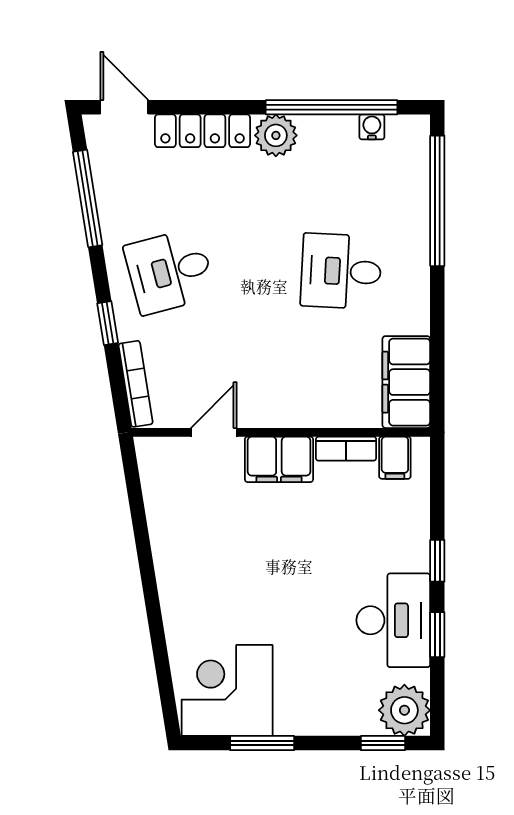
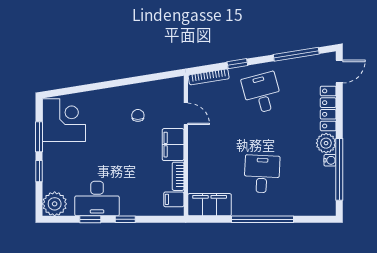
water cooler: (372, 127) -> (330, 160), moved
window: (437, 201) -> (262, 219), moved
chair: (217, 534) -> (138, 115), added
window: (383, 743) -> (39, 171), moved

